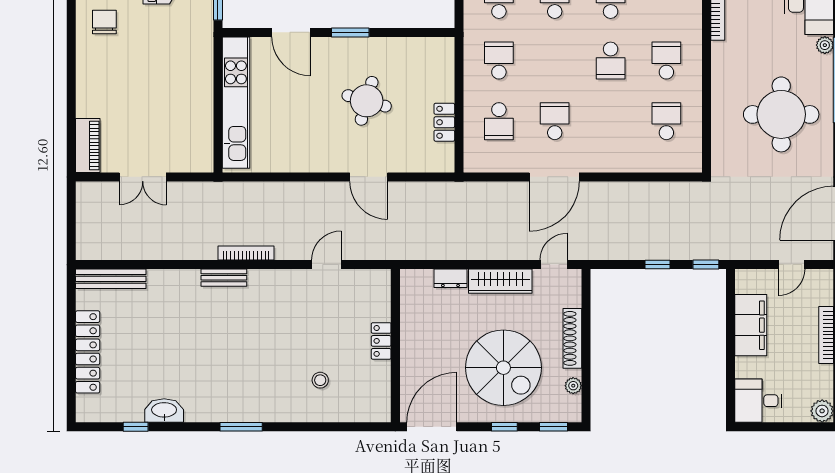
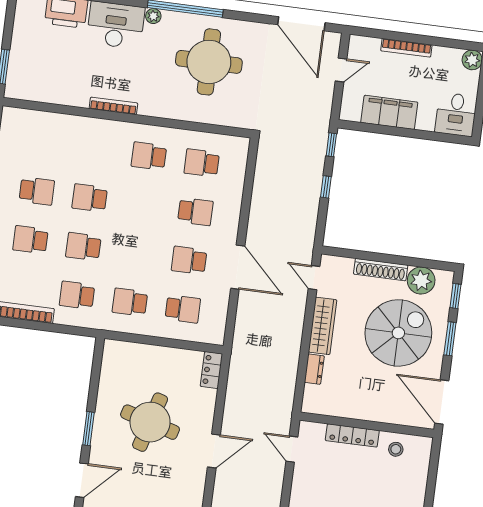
school desk: (611, 61) -> (195, 212), moved
round table: (367, 101) -> (150, 422), width x1.36, depth x1.36
locker: (444, 122) -> (211, 370), moved, turned 90
door: (369, 177) -> (214, 451), moved
door: (326, 265) -> (292, 449), moved
door: (791, 265) -> (341, 70), hinge flipped
locker: (381, 341) -> (352, 435), width x1.53
stool: (320, 380) -> (396, 449), moved
plant: (573, 386) -> (421, 280), width x1.87, depth x1.87
window: (504, 427) -> (450, 339), width x1.50

